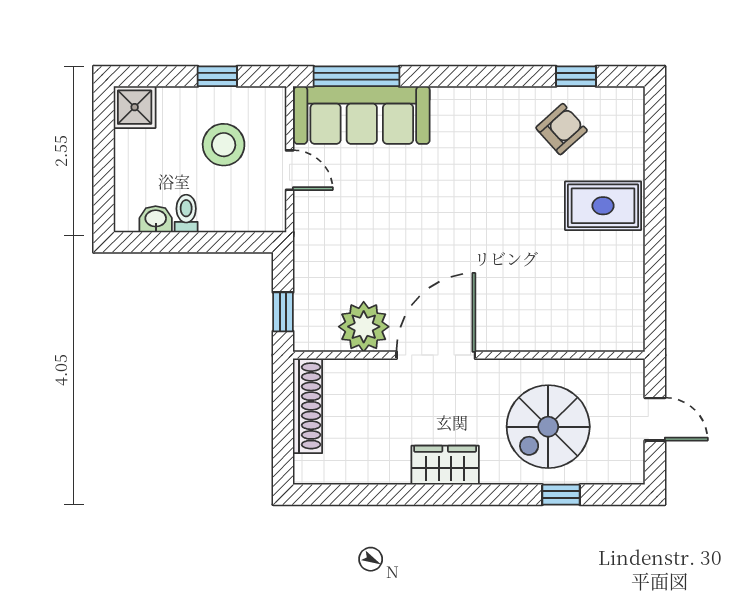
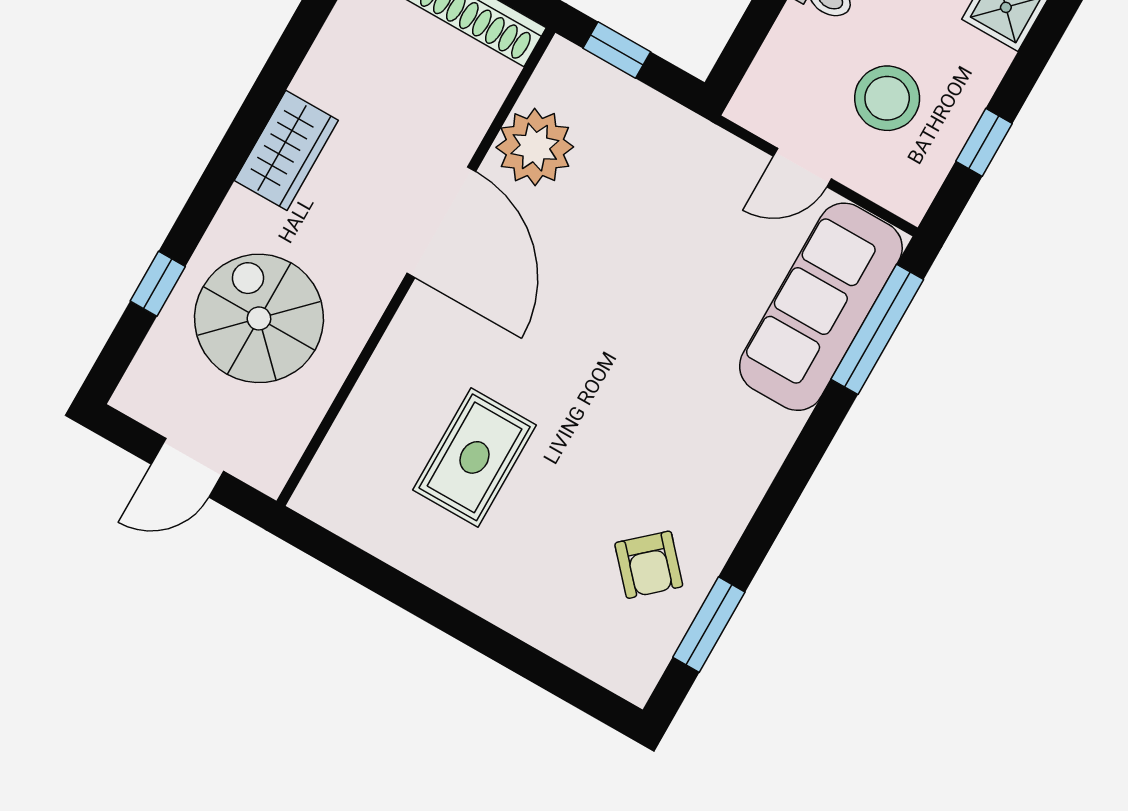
window: (576, 76) -> (709, 625), width x1.50
rug: (603, 206) -> (475, 457), moved

